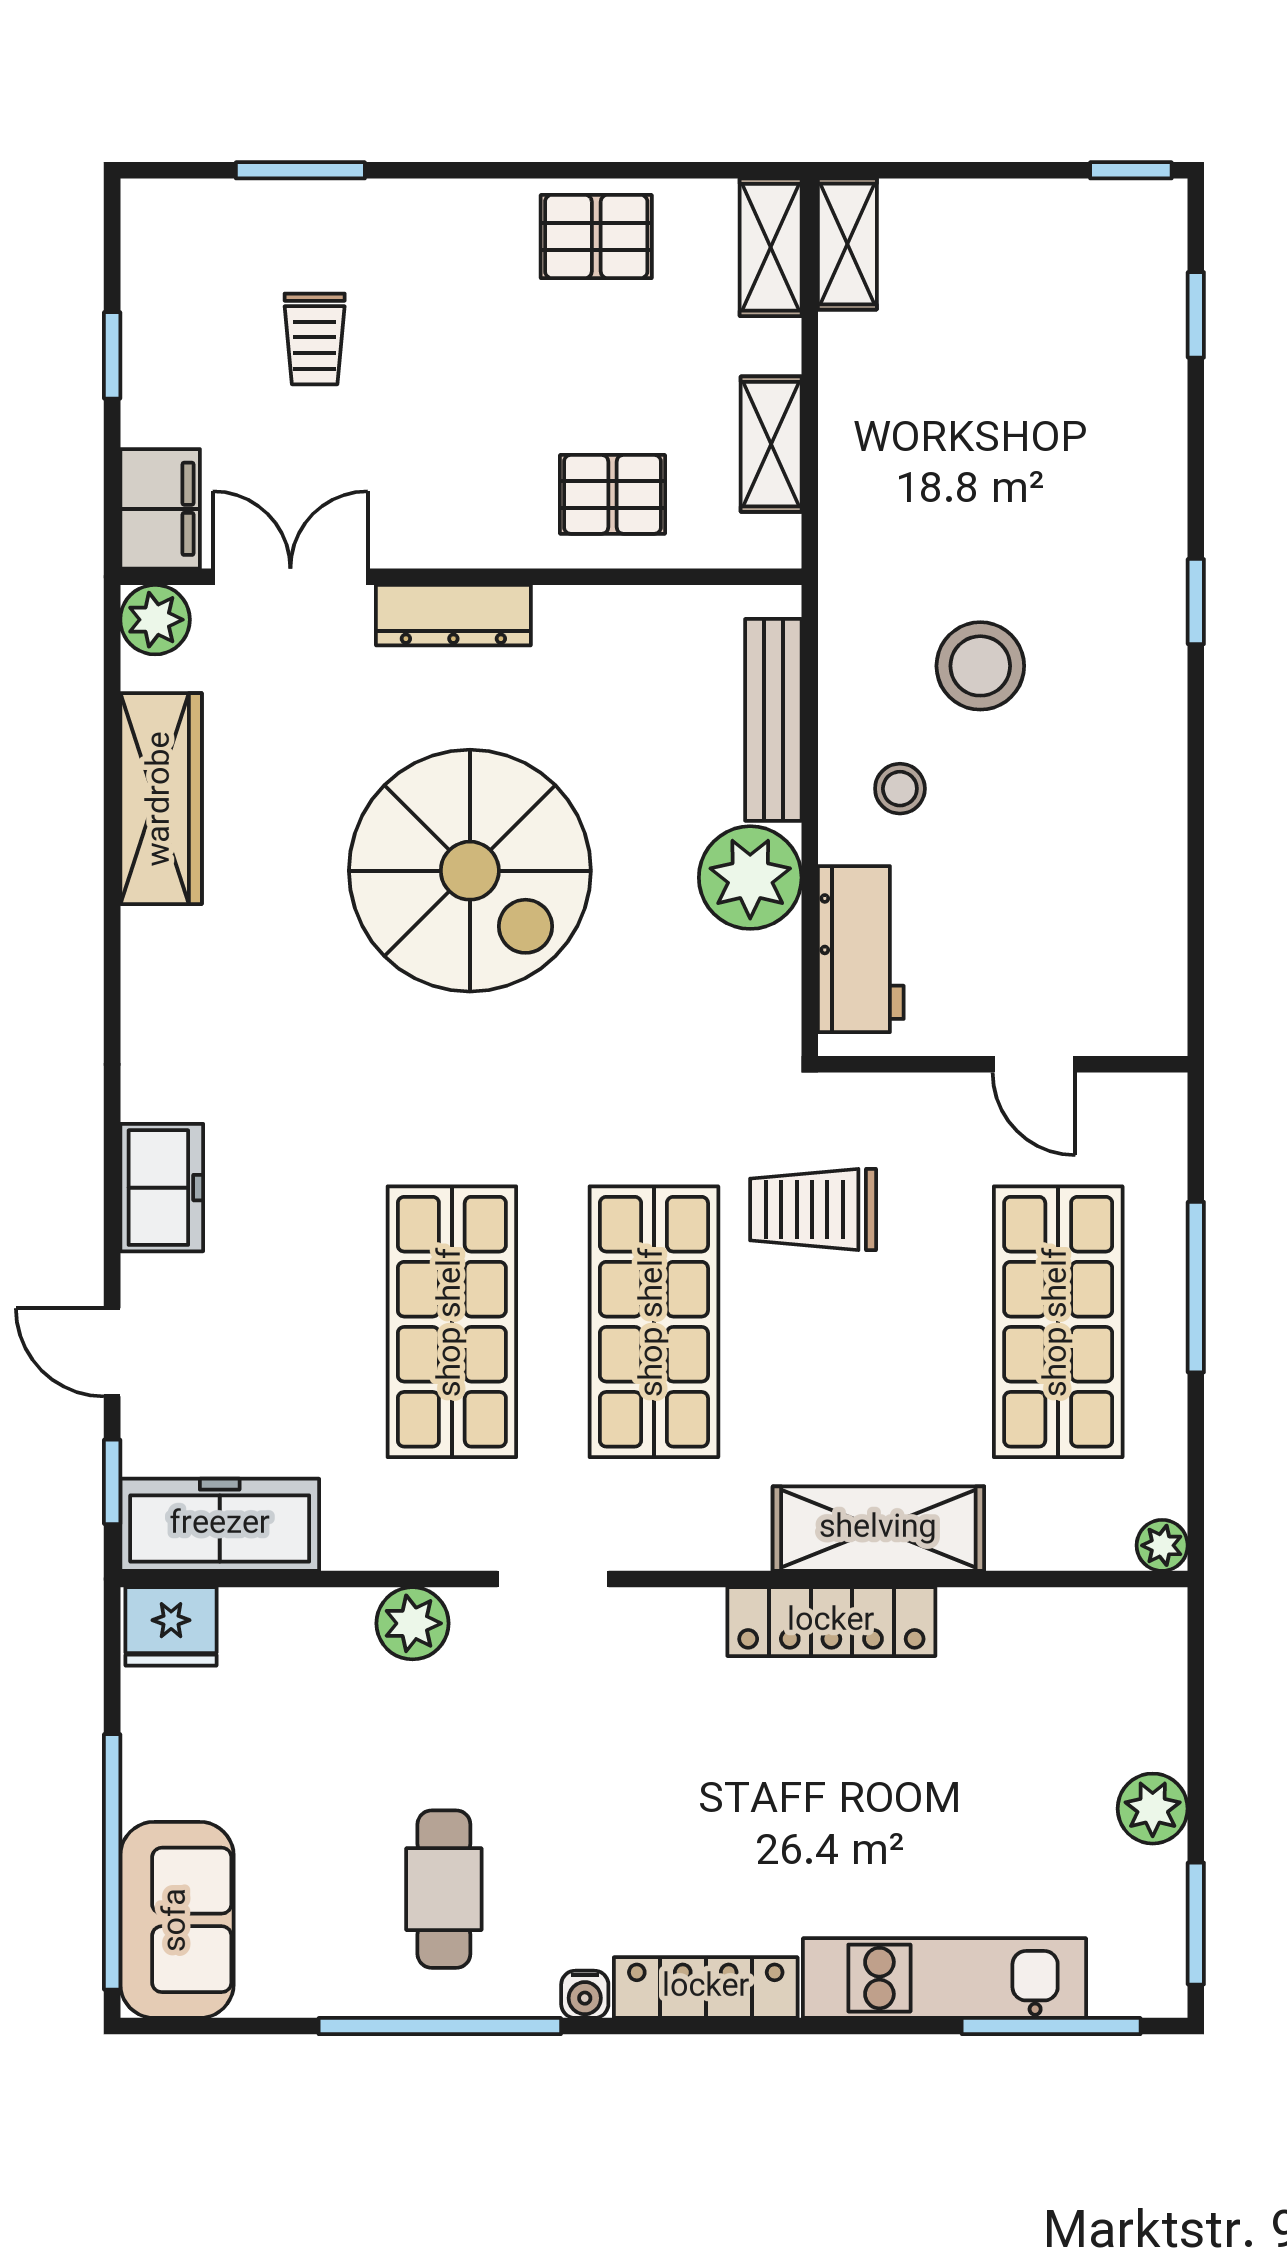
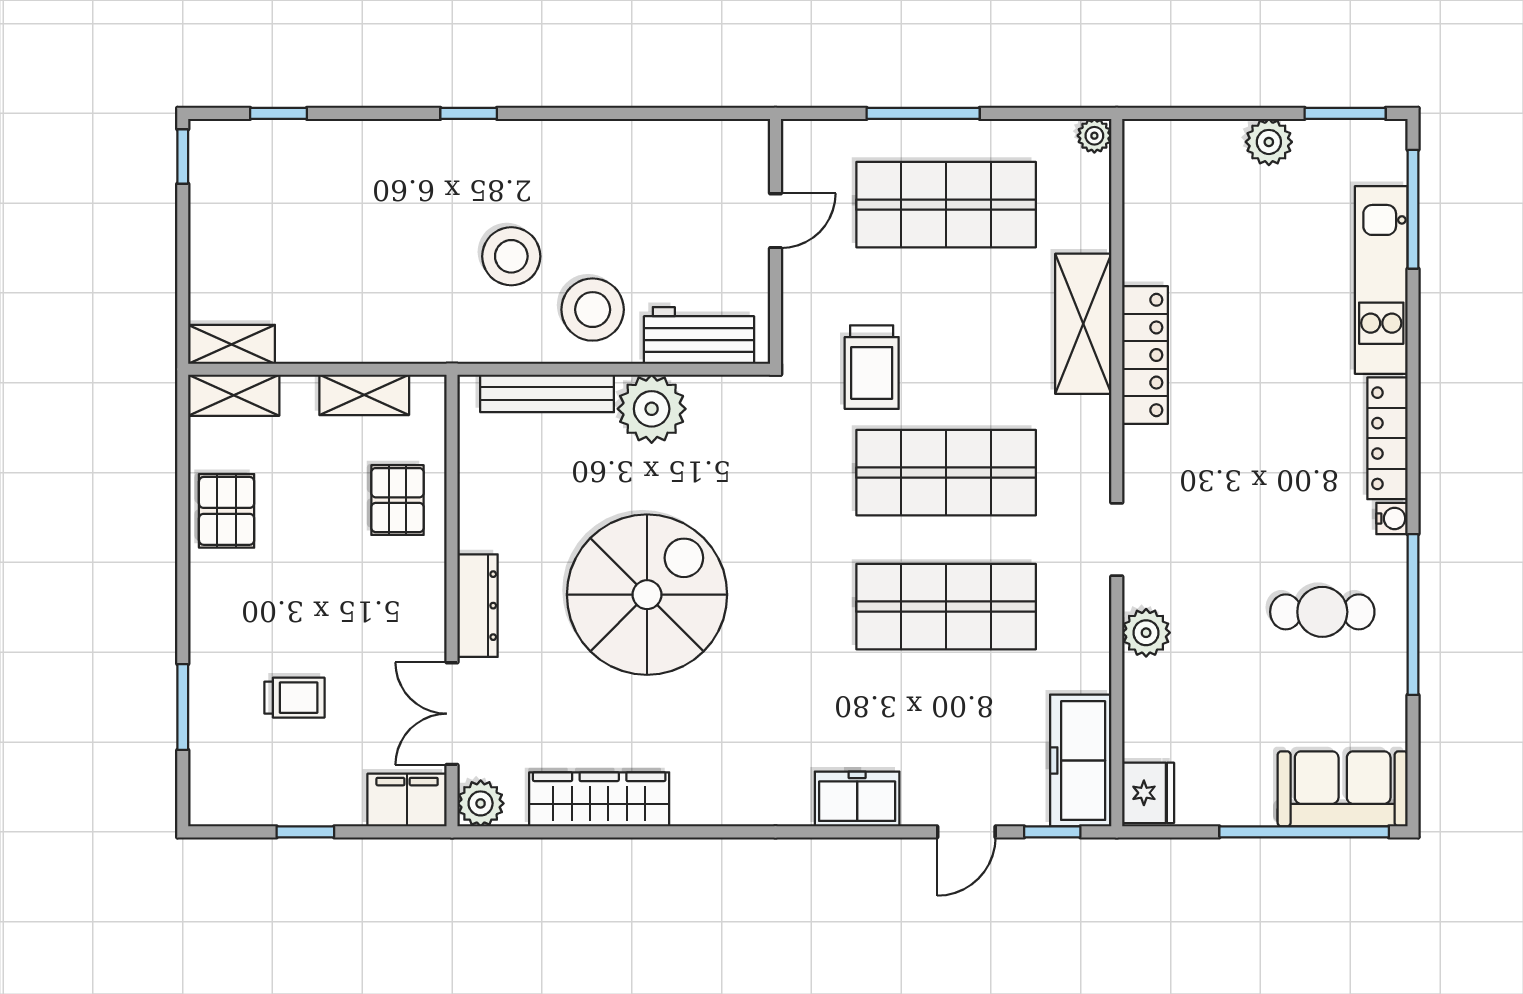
stool: (900, 789) -> (593, 310), width x1.89, depth x1.89

